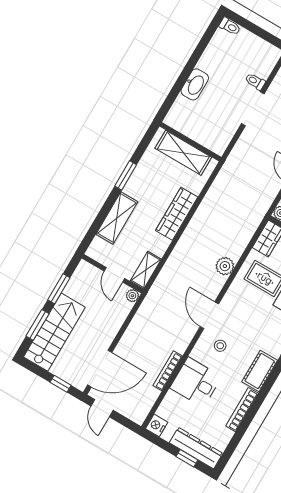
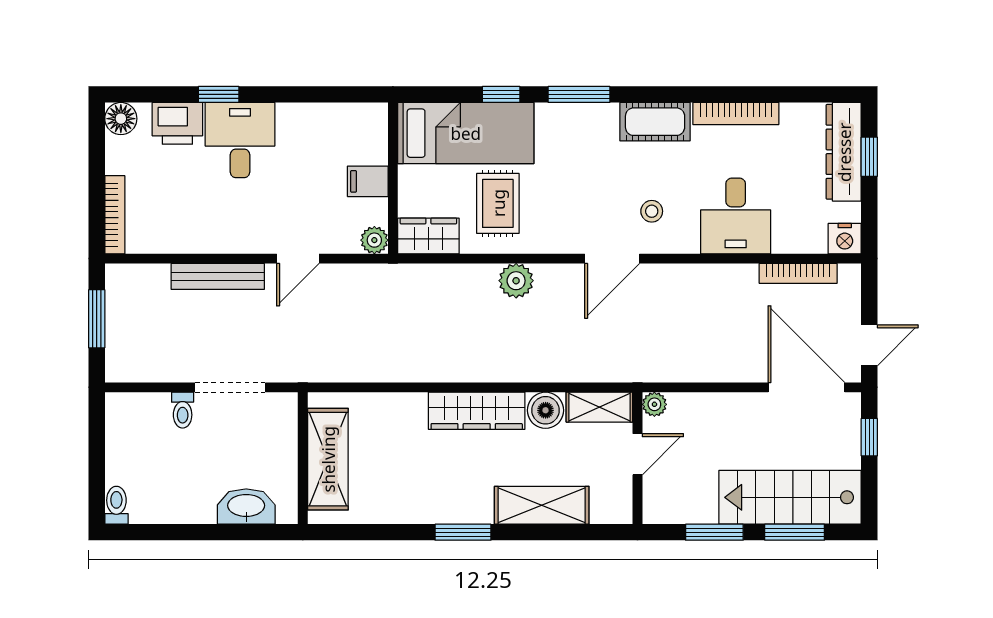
wall: (190, 142) -> (303, 458), moved
shelving: (183, 153) -> (328, 459), moved
boiler: (159, 245) -> (546, 410), added
bookcase: (168, 371) -> (798, 273), moved

